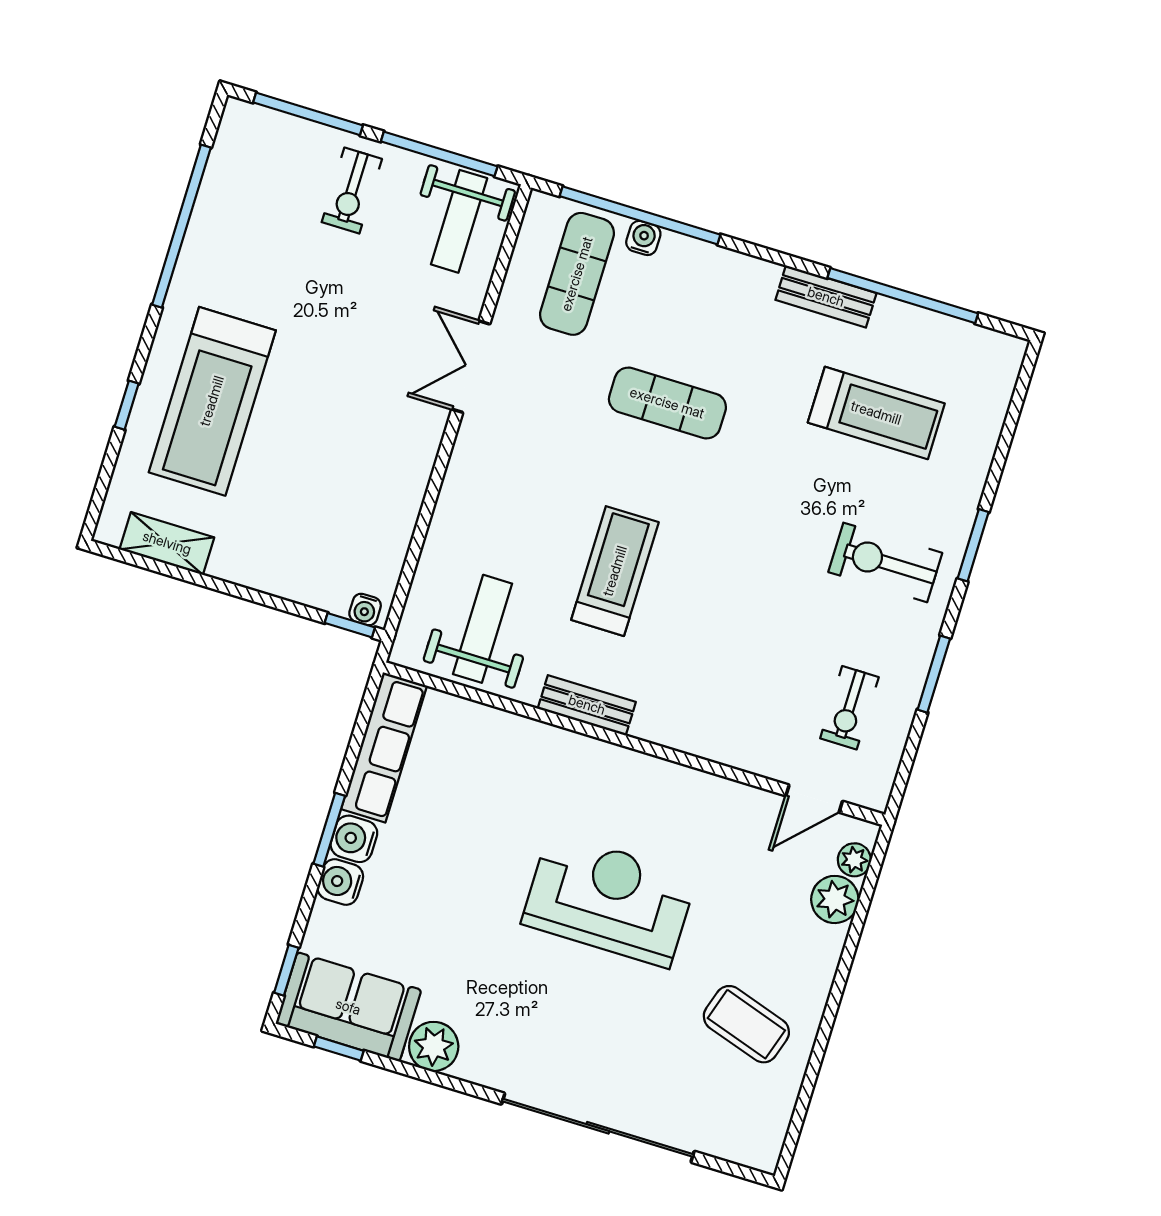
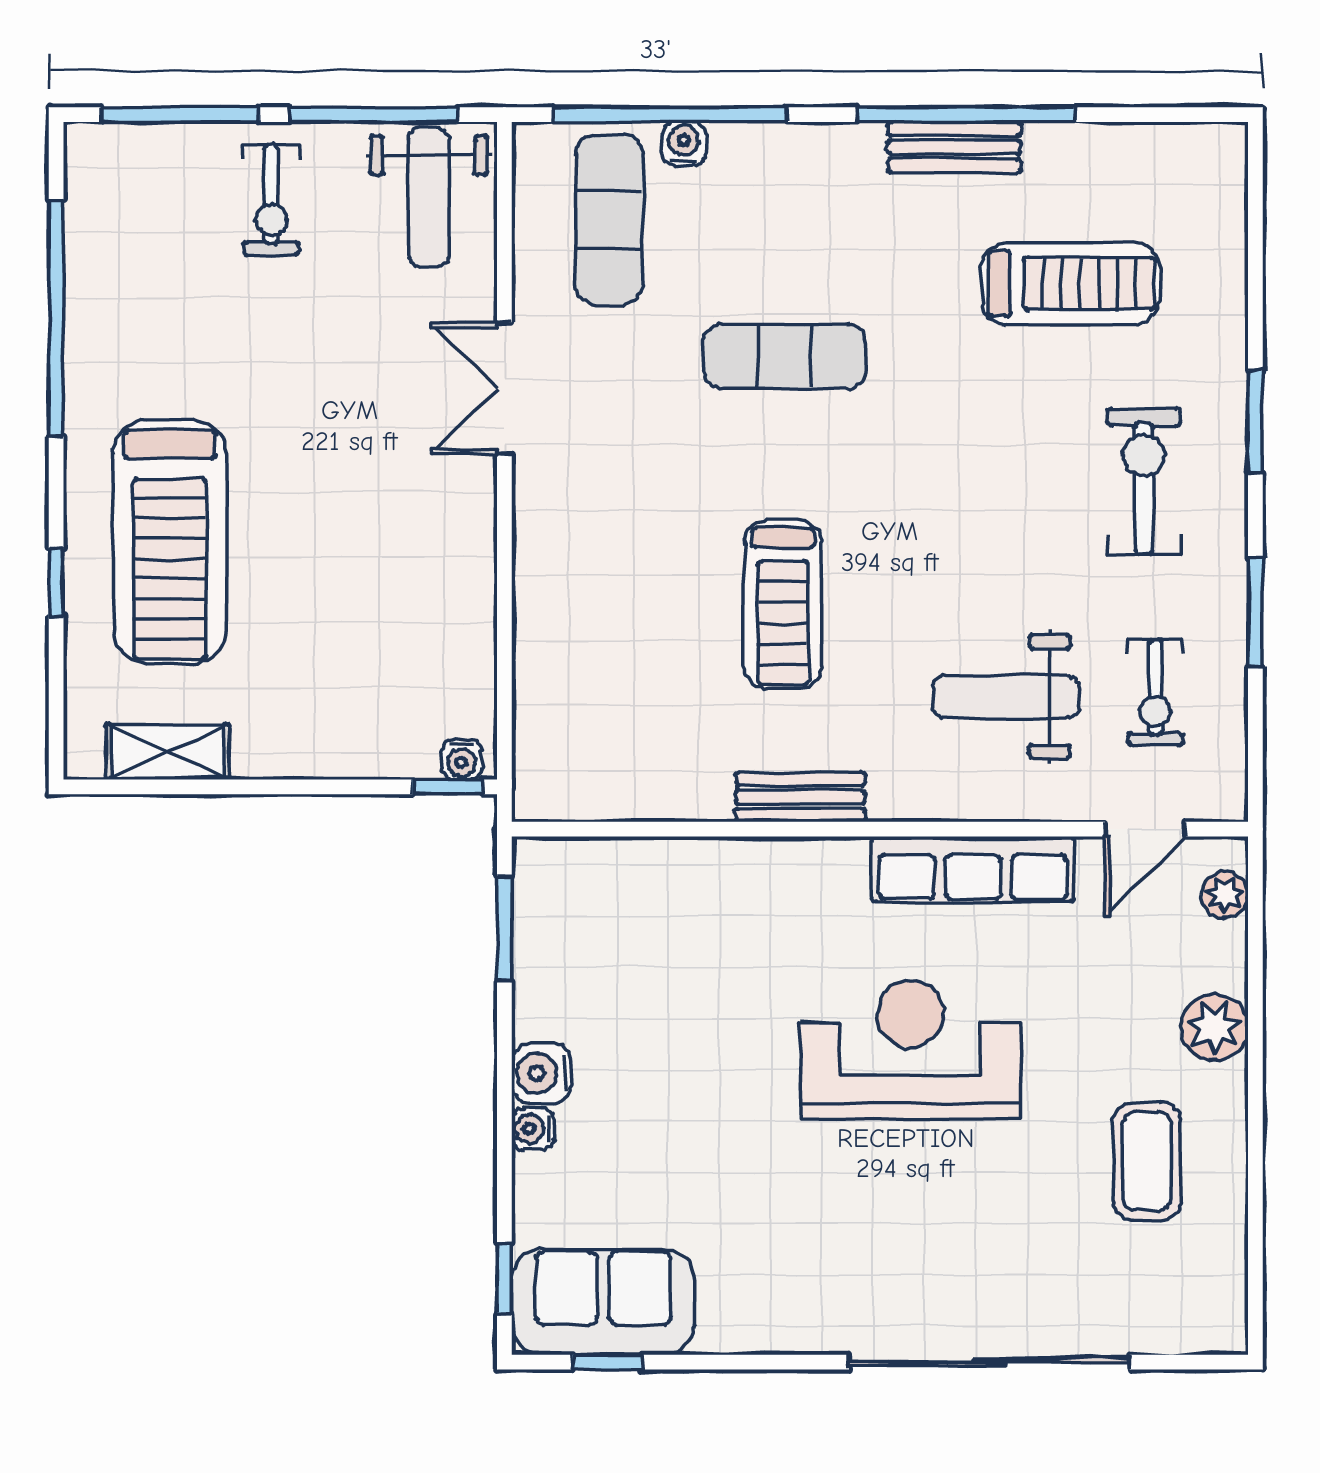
window: (903, 296) -> (966, 115), moved
exercise bike: (885, 562) -> (1144, 481), turned 90
treadmill: (615, 571) -> (783, 604), turned 180
weight bench: (482, 629) -> (1006, 697), moved, turned -90
row of seats: (384, 747) -> (973, 869), moved, turned 90
window: (329, 830) -> (504, 929), moved
water cooler: (340, 882) -> (533, 1129), width x0.72, depth x0.72
plant: (835, 899) -> (1215, 1027), moved
coffee table: (746, 1024) -> (1147, 1161), turned 72
plant: (434, 1046) -> (734, 1320), removed

